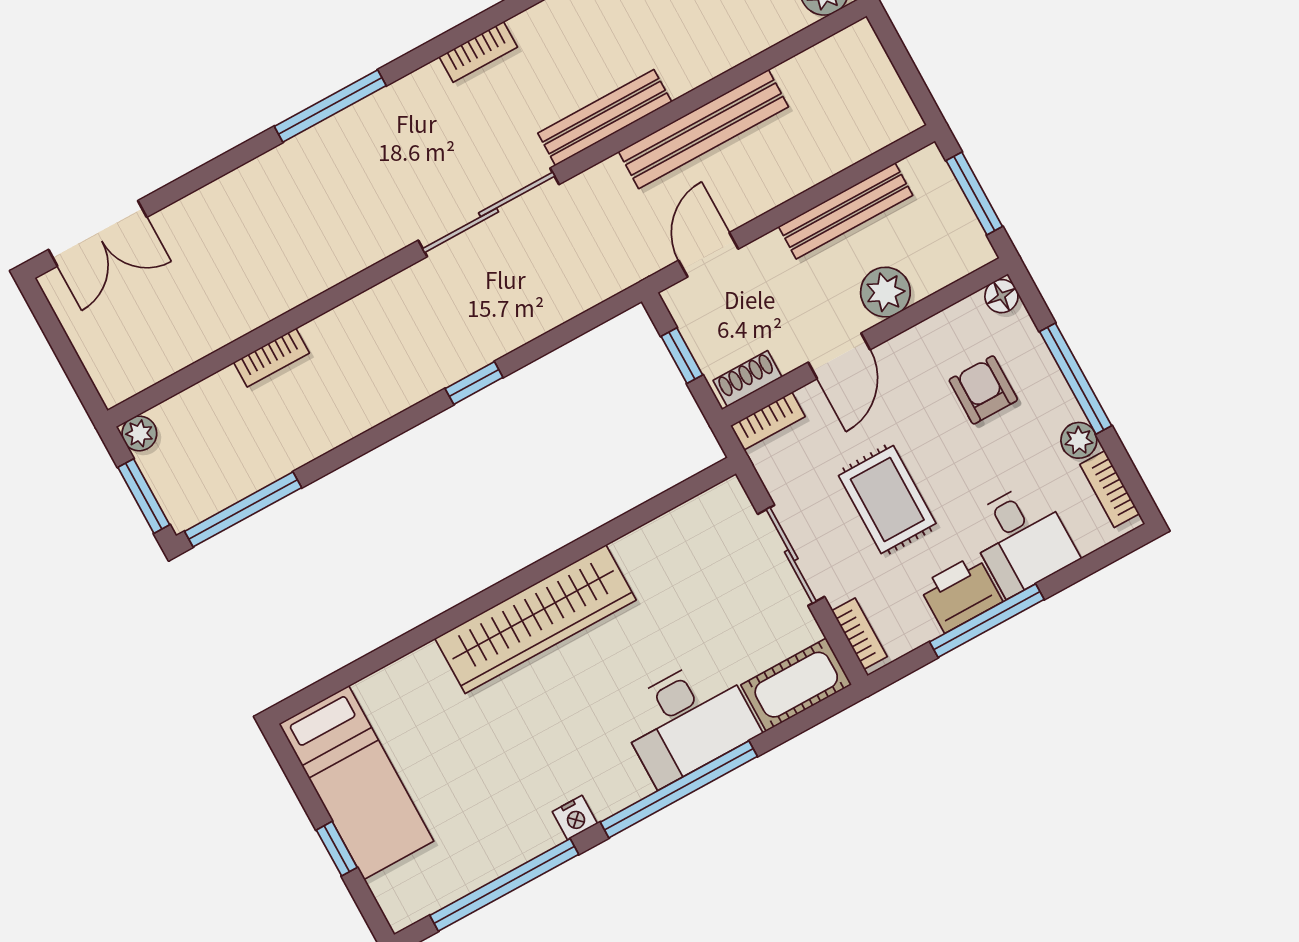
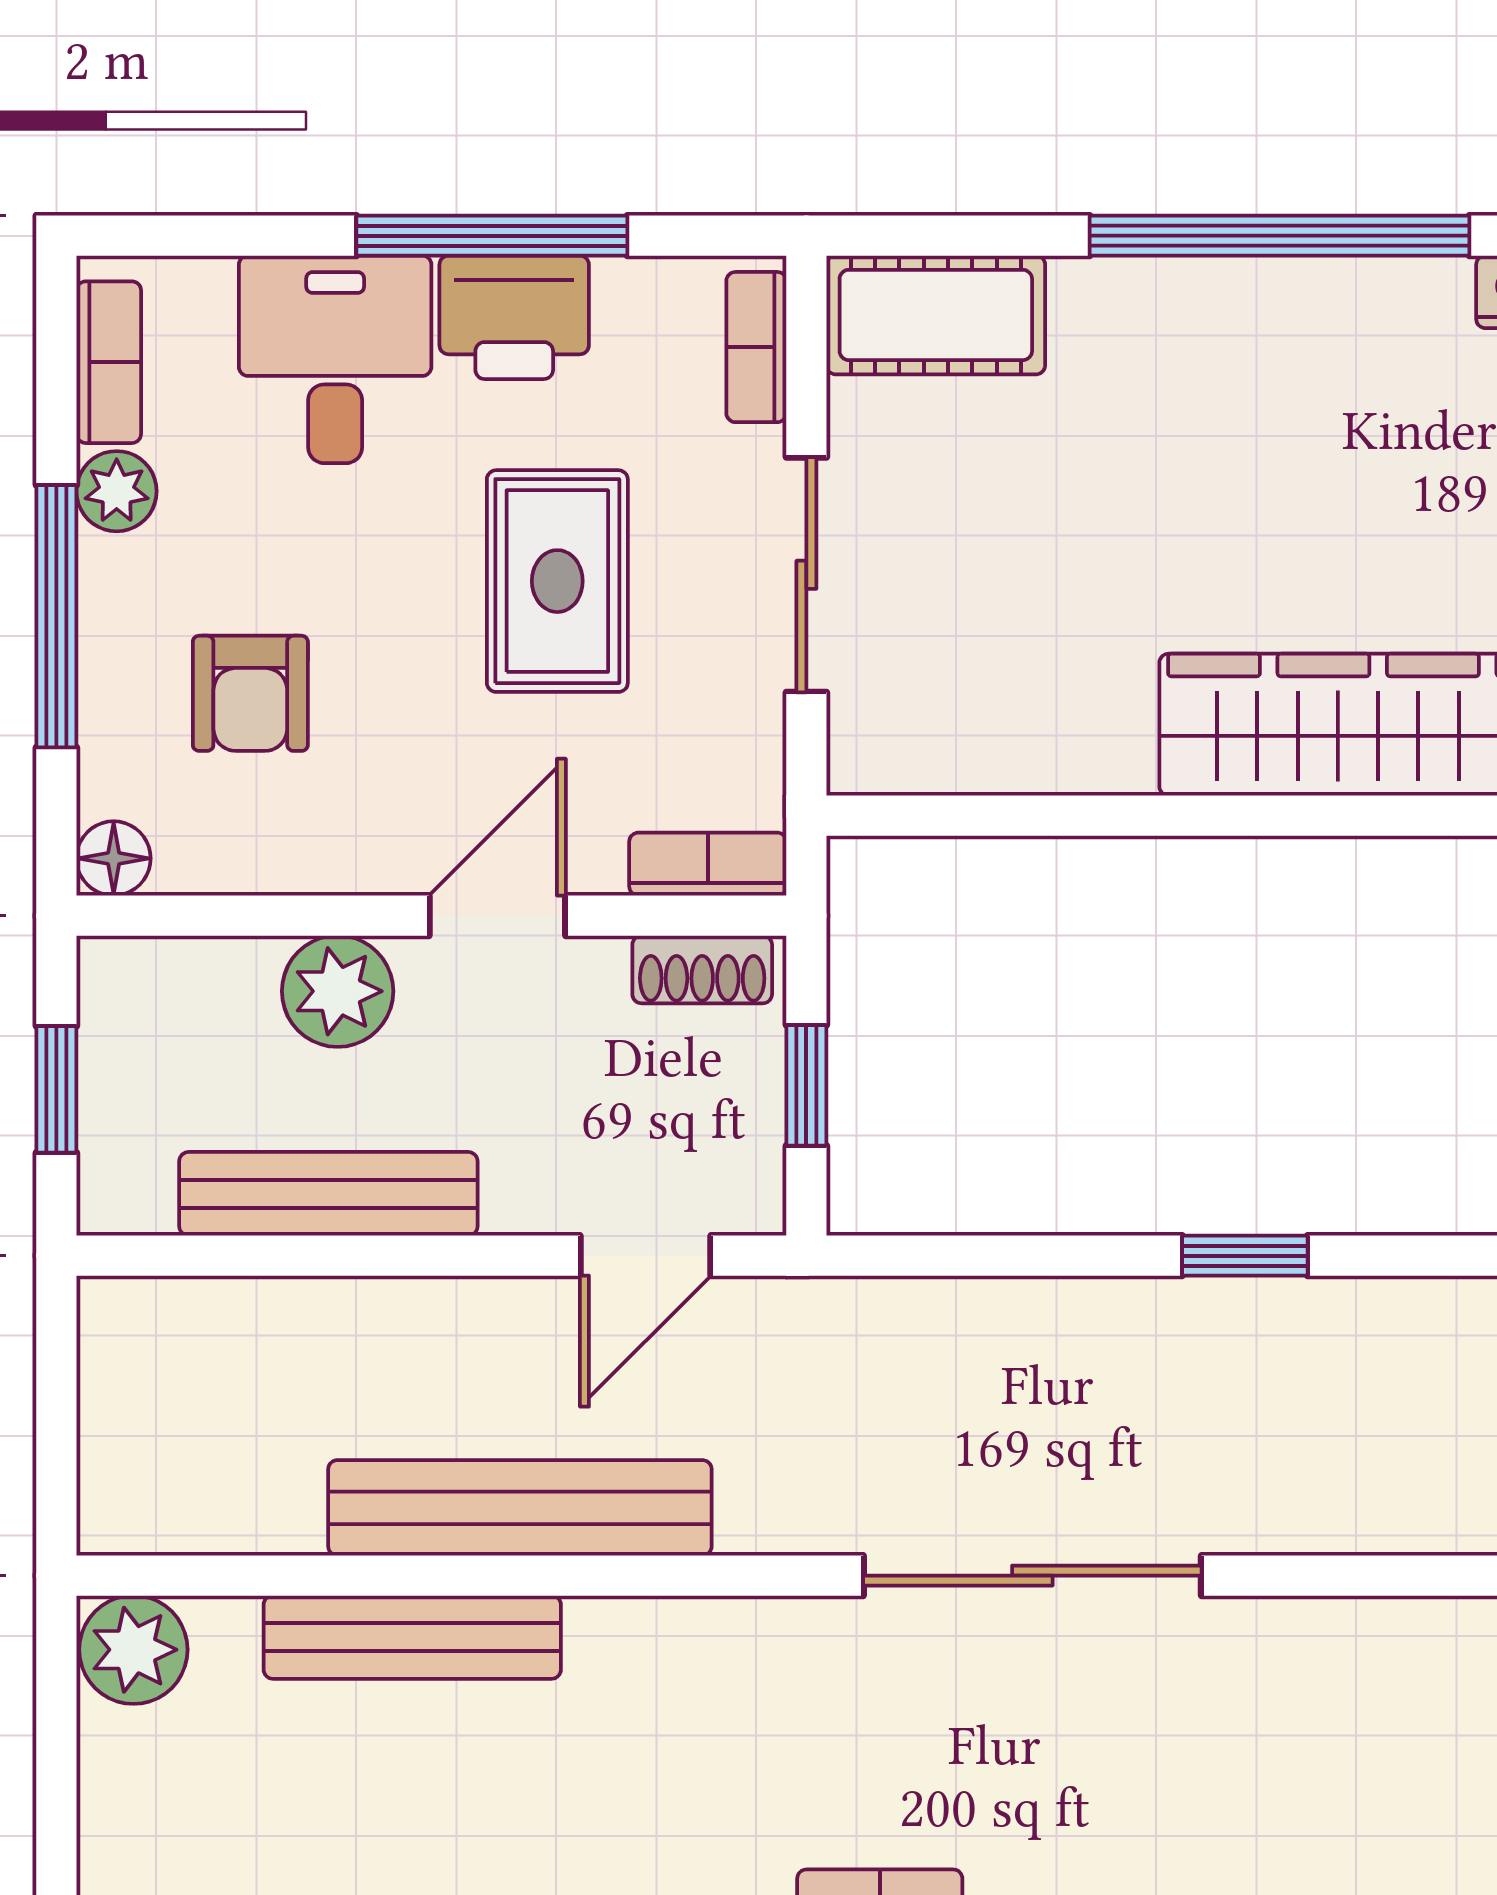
bench: (605, 117) -> (412, 1637), moved
window: (974, 194) -> (56, 1089), width x0.67
desk: (688, 720) -> (1188, 361), removed

